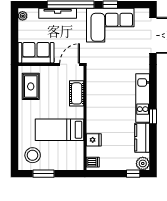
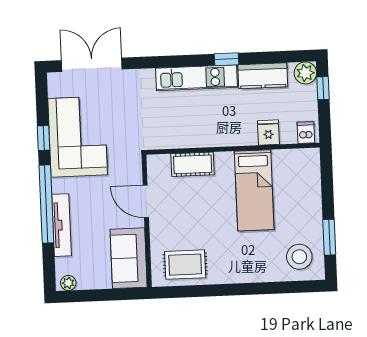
cot: (77, 93) -> (193, 164), moved
wall: (85, 118) -> (233, 149), moved
bed: (59, 130) -> (254, 190), moved
fridge: (94, 140) -> (268, 132), moved
dishwasher: (93, 162) -> (306, 133), moved

